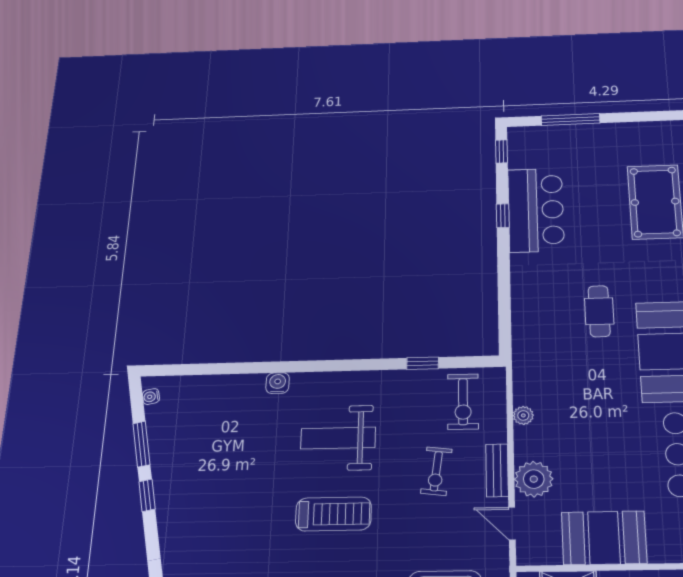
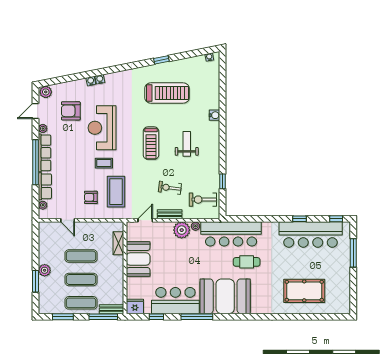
bar counter: (536, 210) -> (311, 235), width x1.36
bar counter: (539, 343) -> (231, 234), added
weight bench: (338, 438) -> (187, 144), width x0.73, depth x0.75
window: (142, 444) -> (186, 55), removed
plant: (534, 479) -> (182, 230), moved
treadmill: (222, 482) -> (167, 93), added

